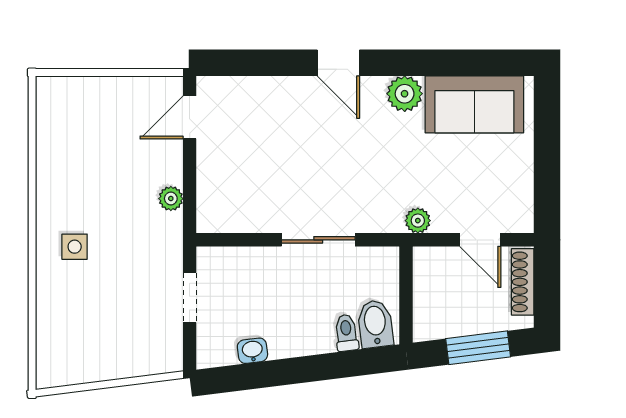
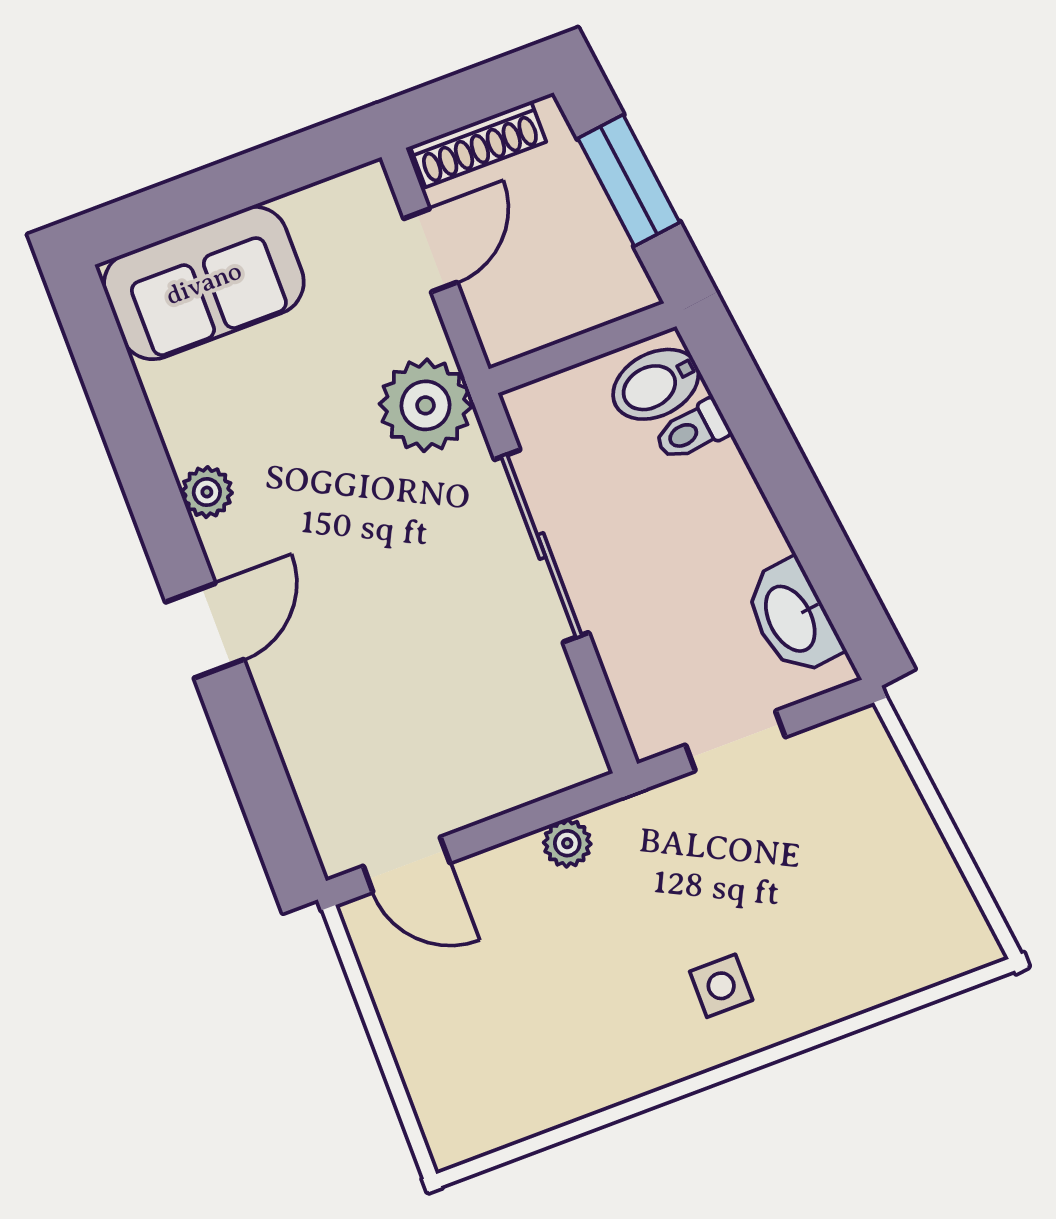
plant: (405, 94) -> (207, 492), width x0.73, depth x0.73
sofa: (474, 104) -> (204, 283), moved, turned 90
plant: (418, 221) -> (426, 405), width x1.88, depth x1.88
sliding door: (318, 240) -> (541, 546), width x1.37
washbasin: (252, 351) -> (792, 618), width x1.91, depth x1.45

